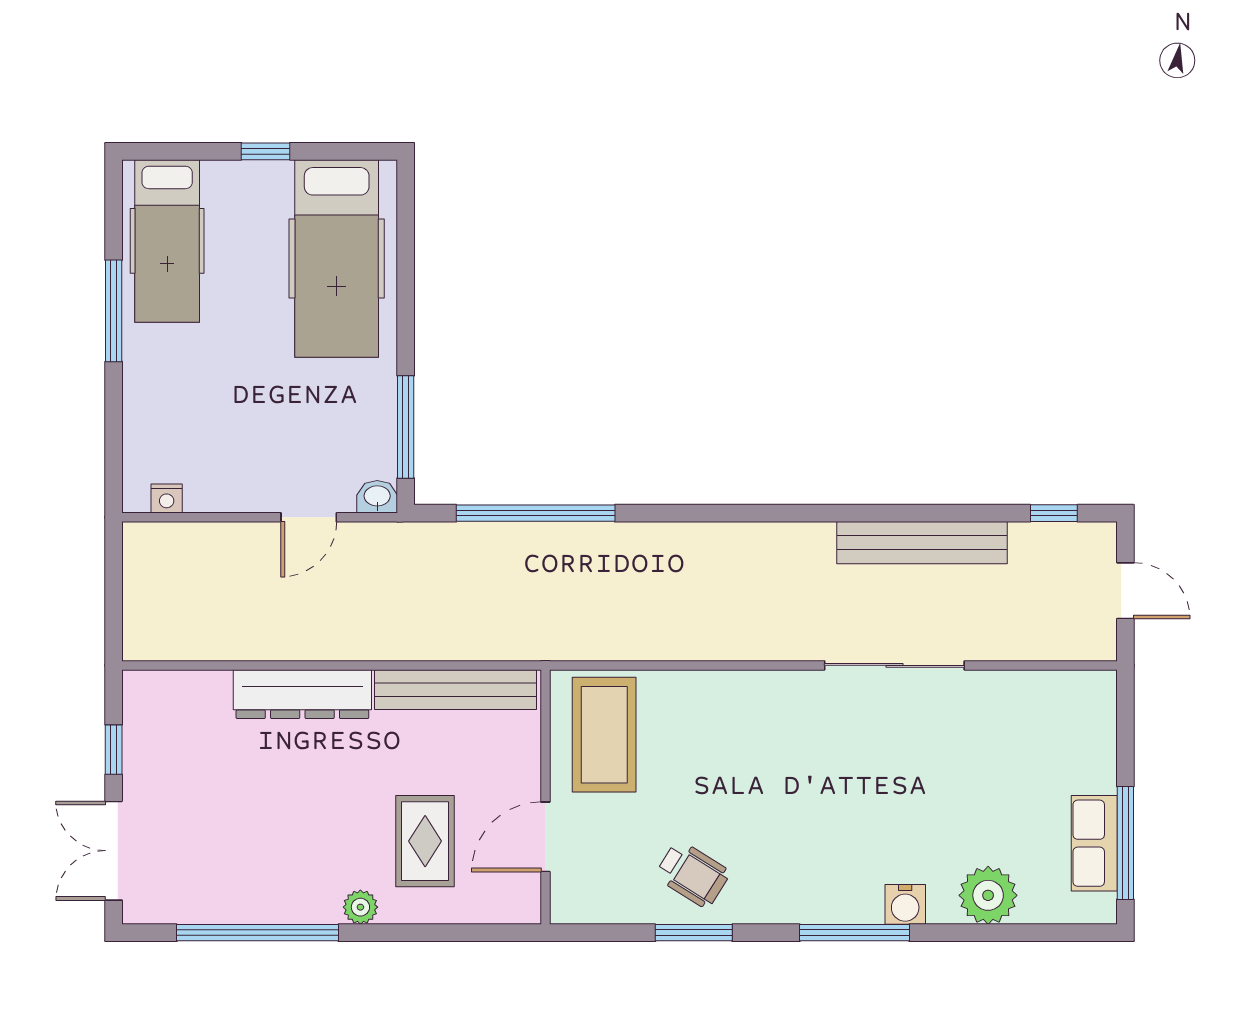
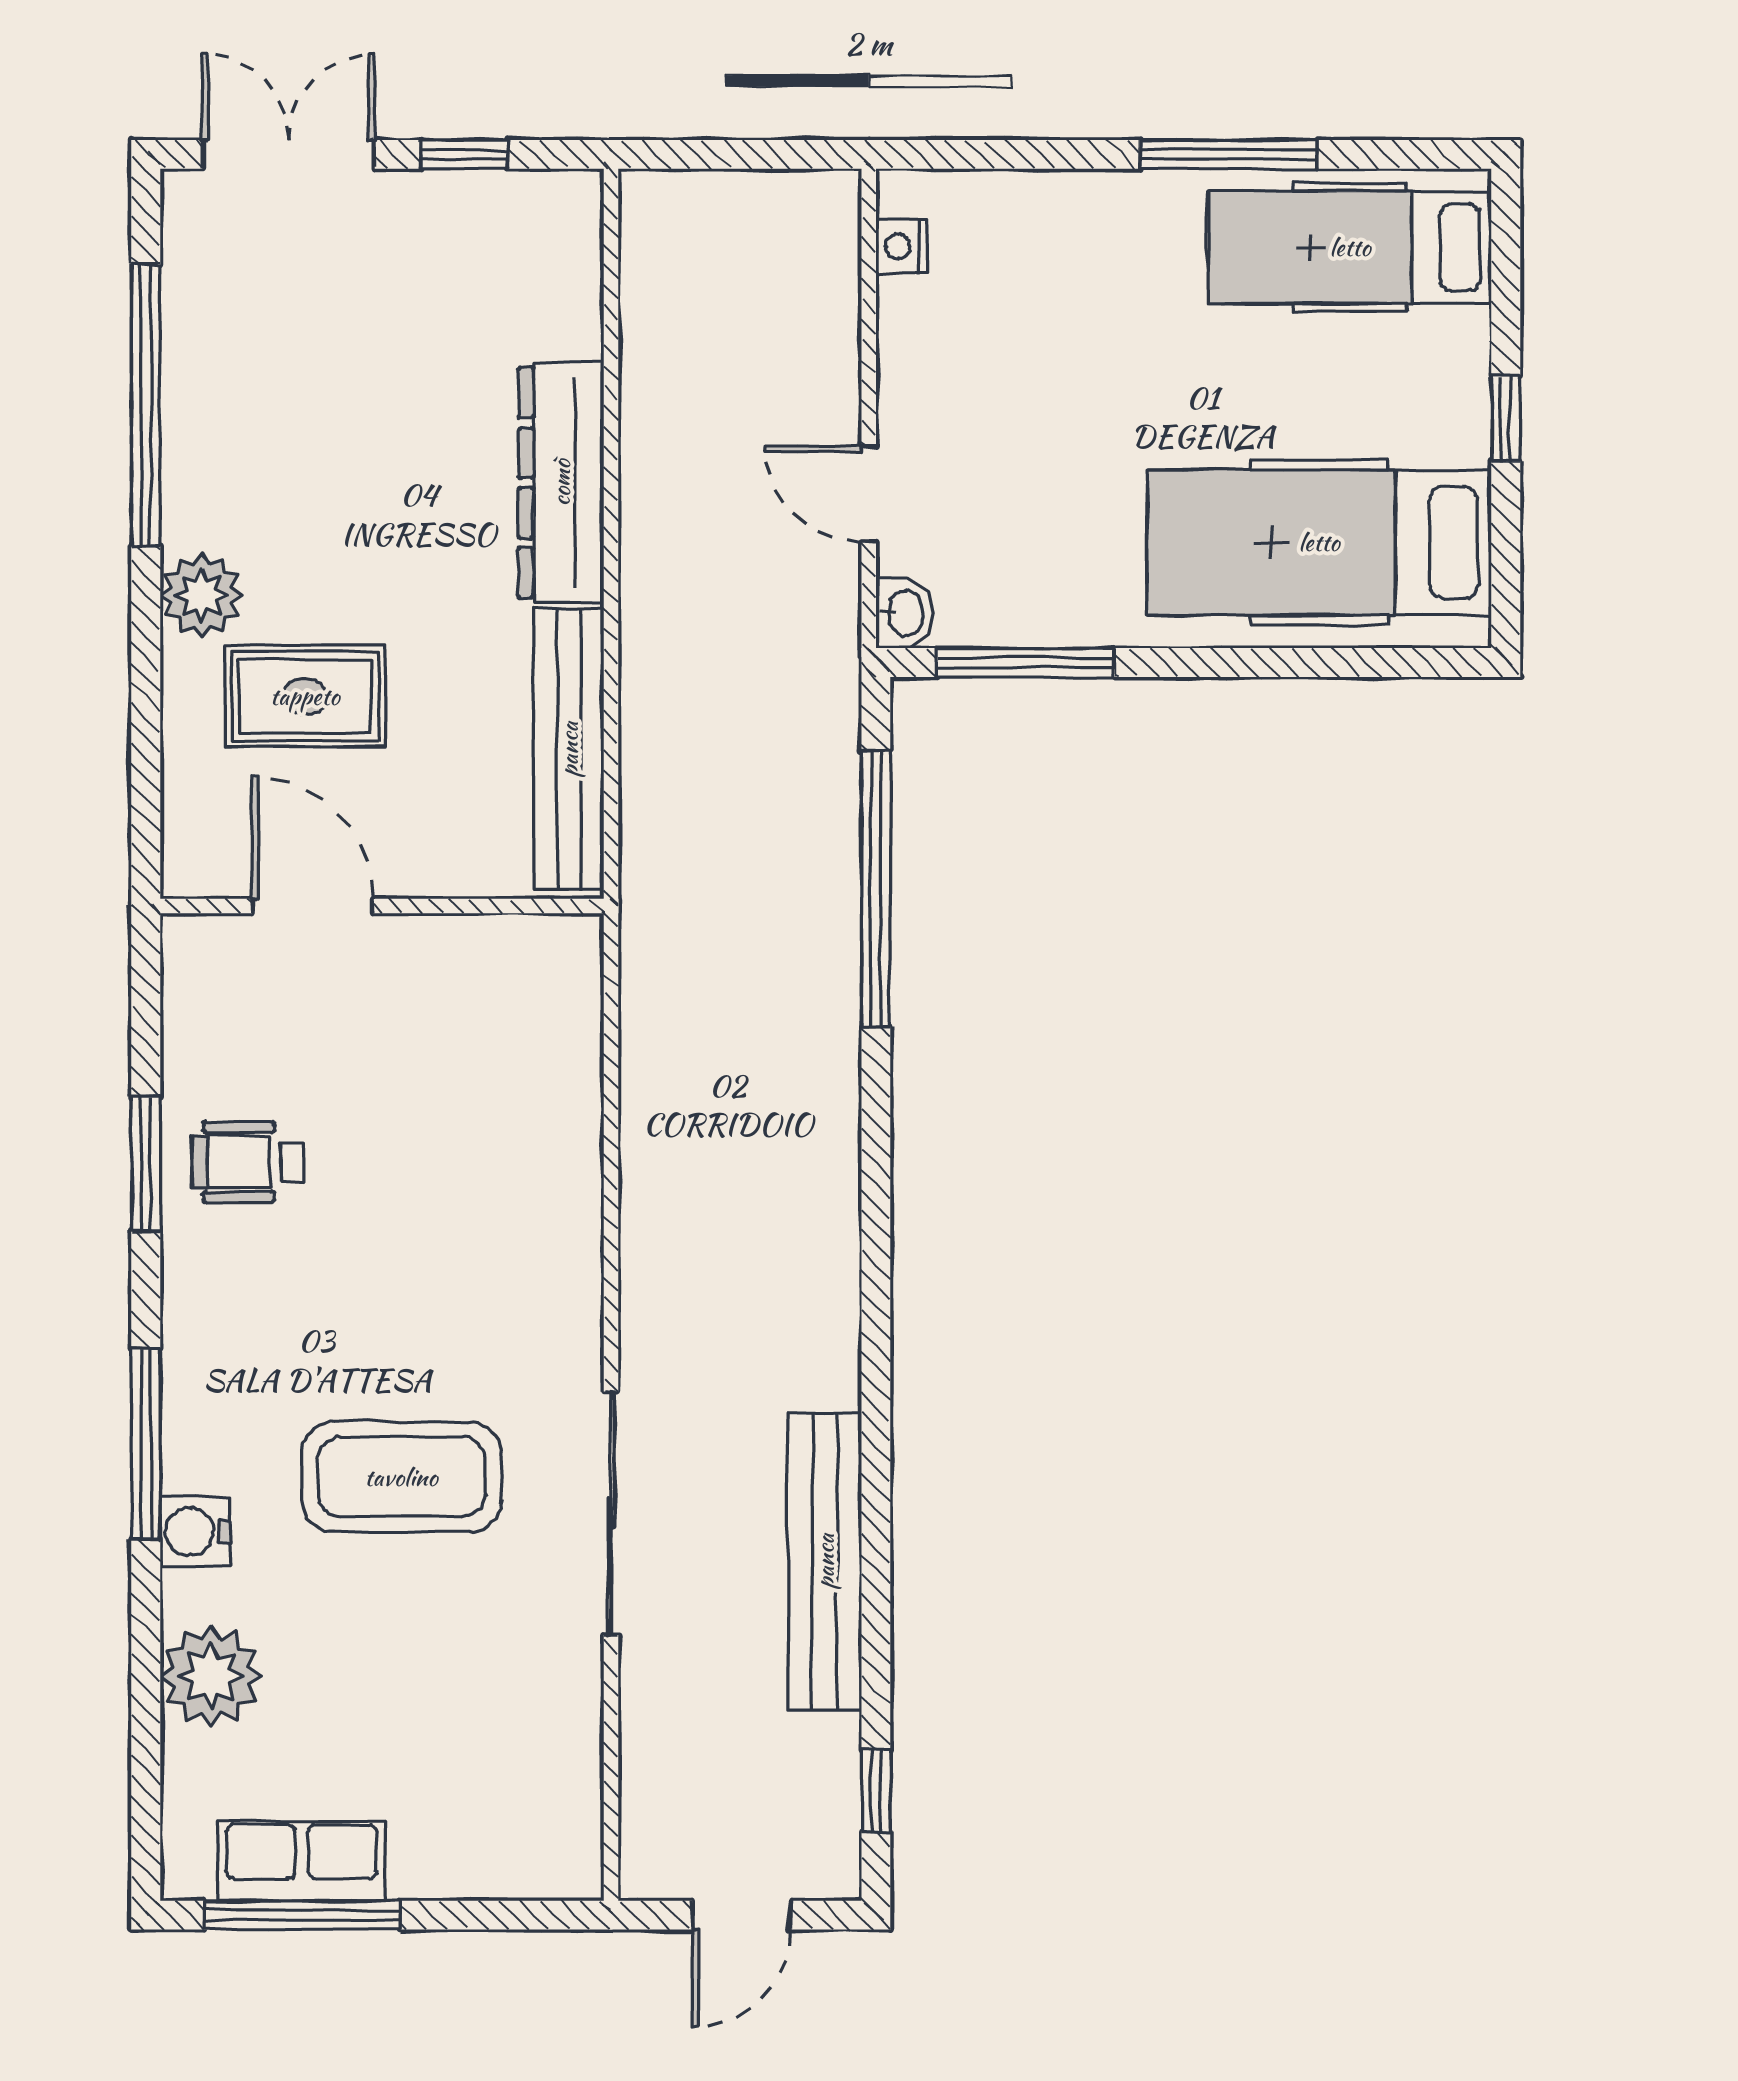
coffee table: (604, 735) -> (401, 1477), moved
wheelchair: (693, 874) -> (248, 1162), turned 58
plant: (360, 907) -> (202, 595), width x1.38, depth x1.38

